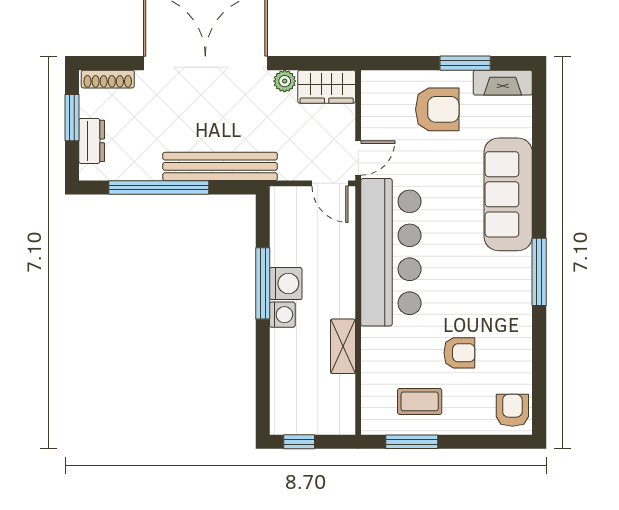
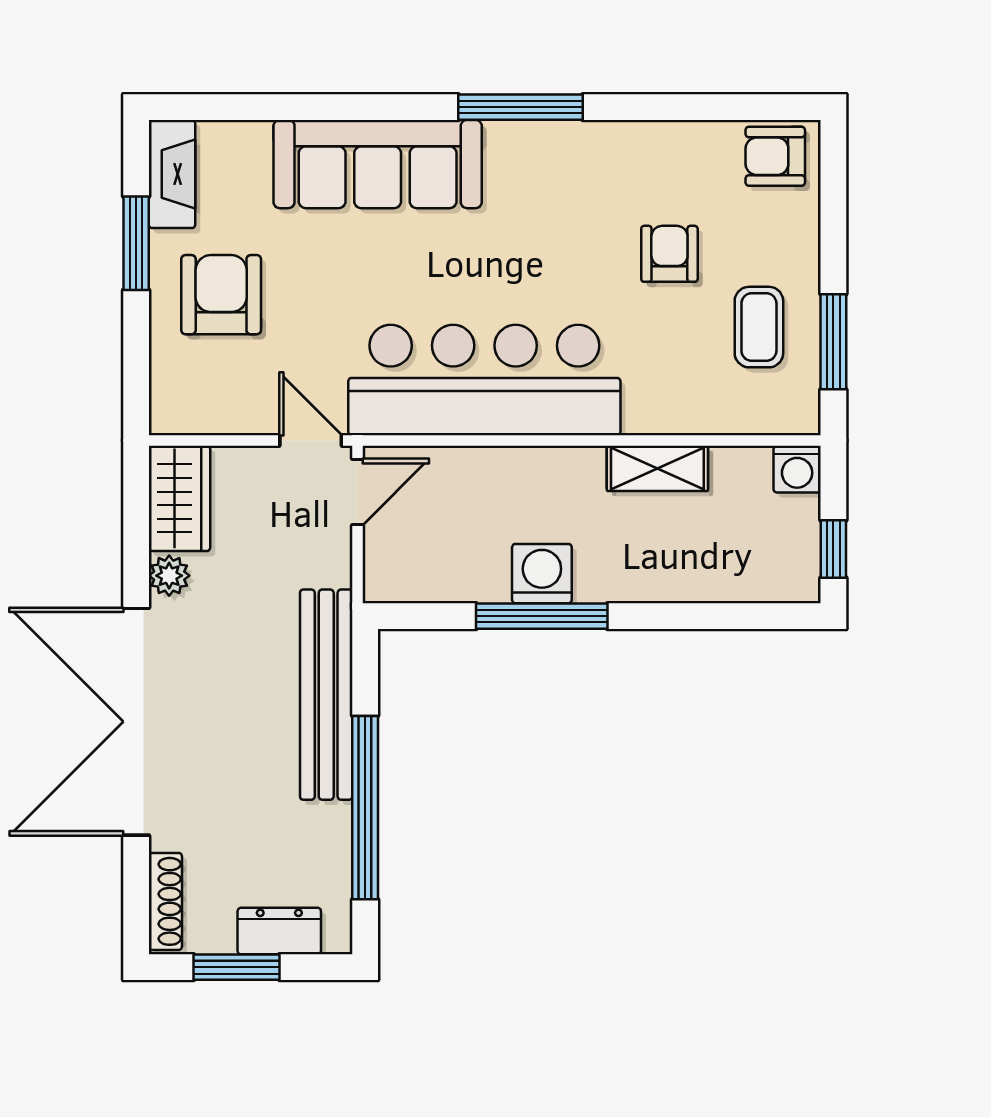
washing machine: (282, 315) -> (797, 469), moved, turned 180

